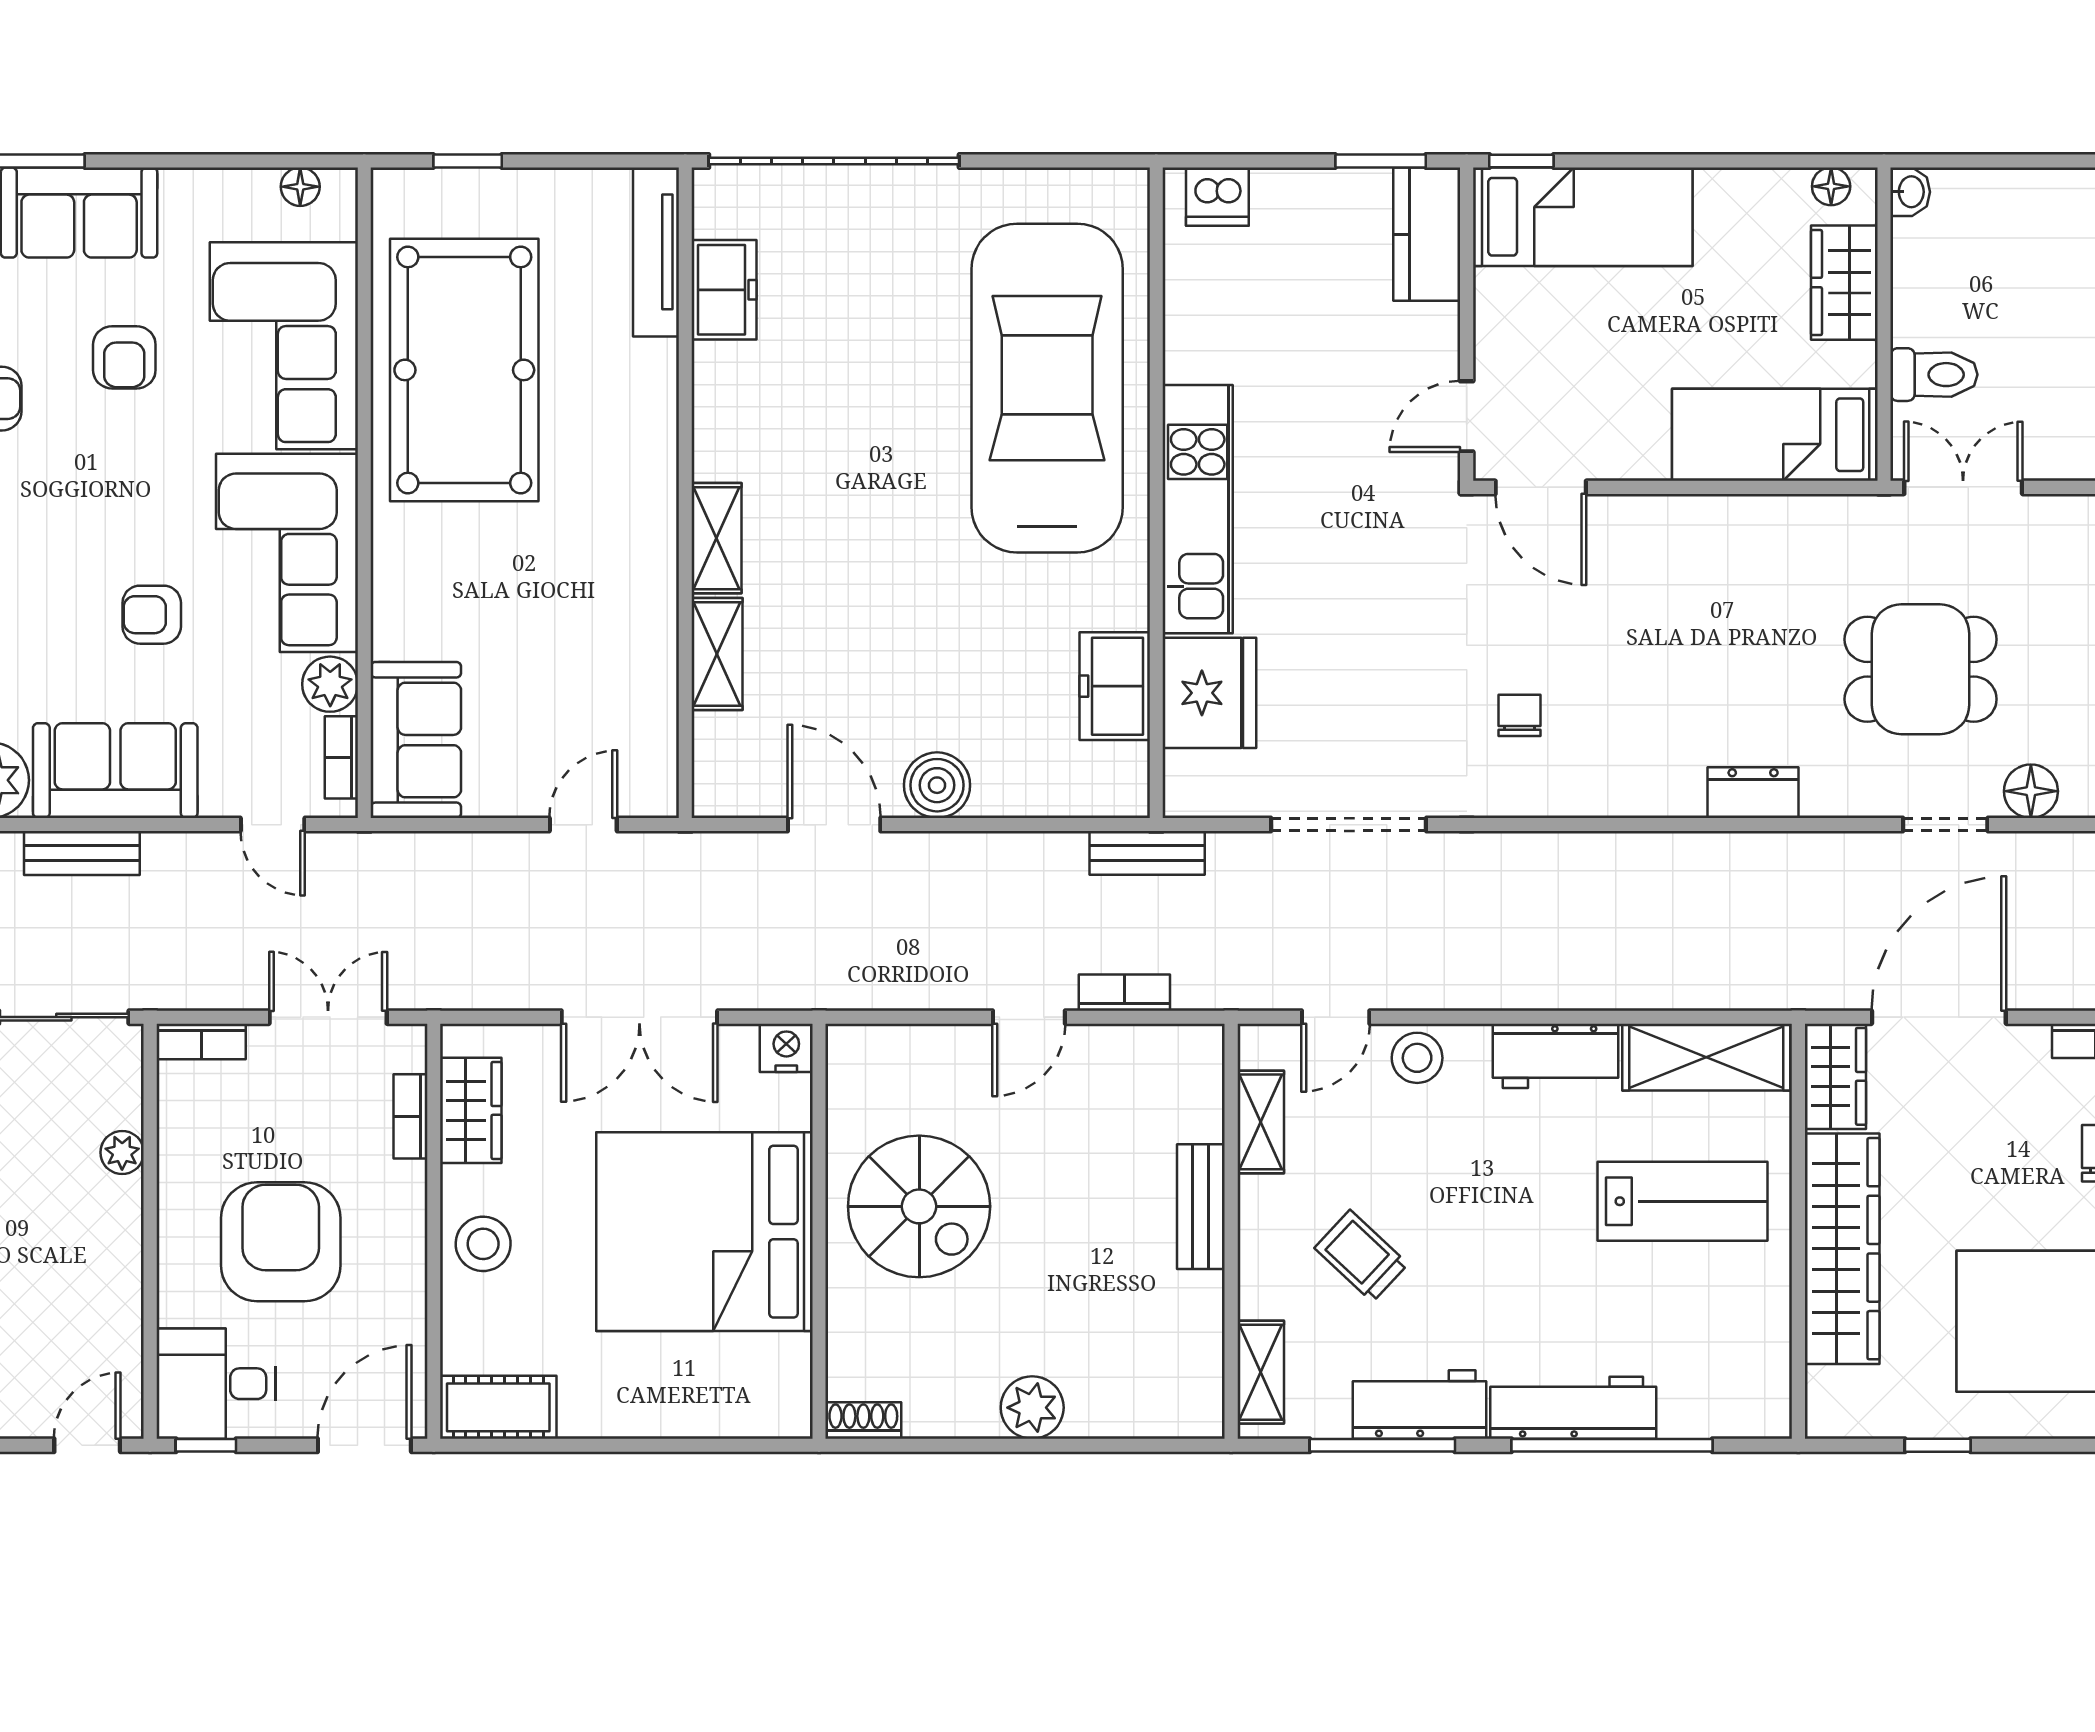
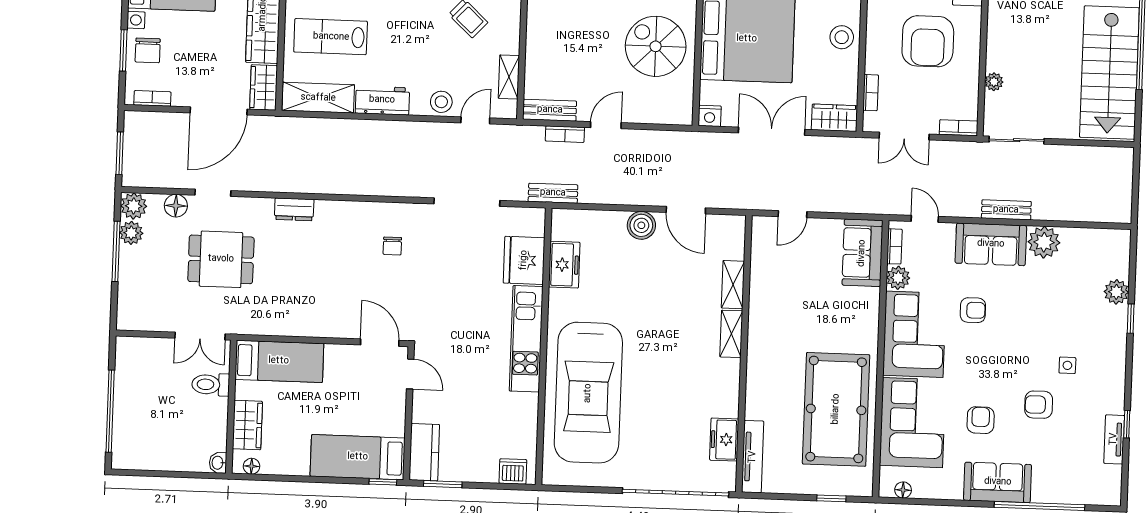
door: (1467, 416) -> (410, 374), hinge flipped
wardrobe: (471, 1110) -> (834, 118), moved, turned 90
bench: (1201, 1207) -> (550, 110), moved, turned 90

